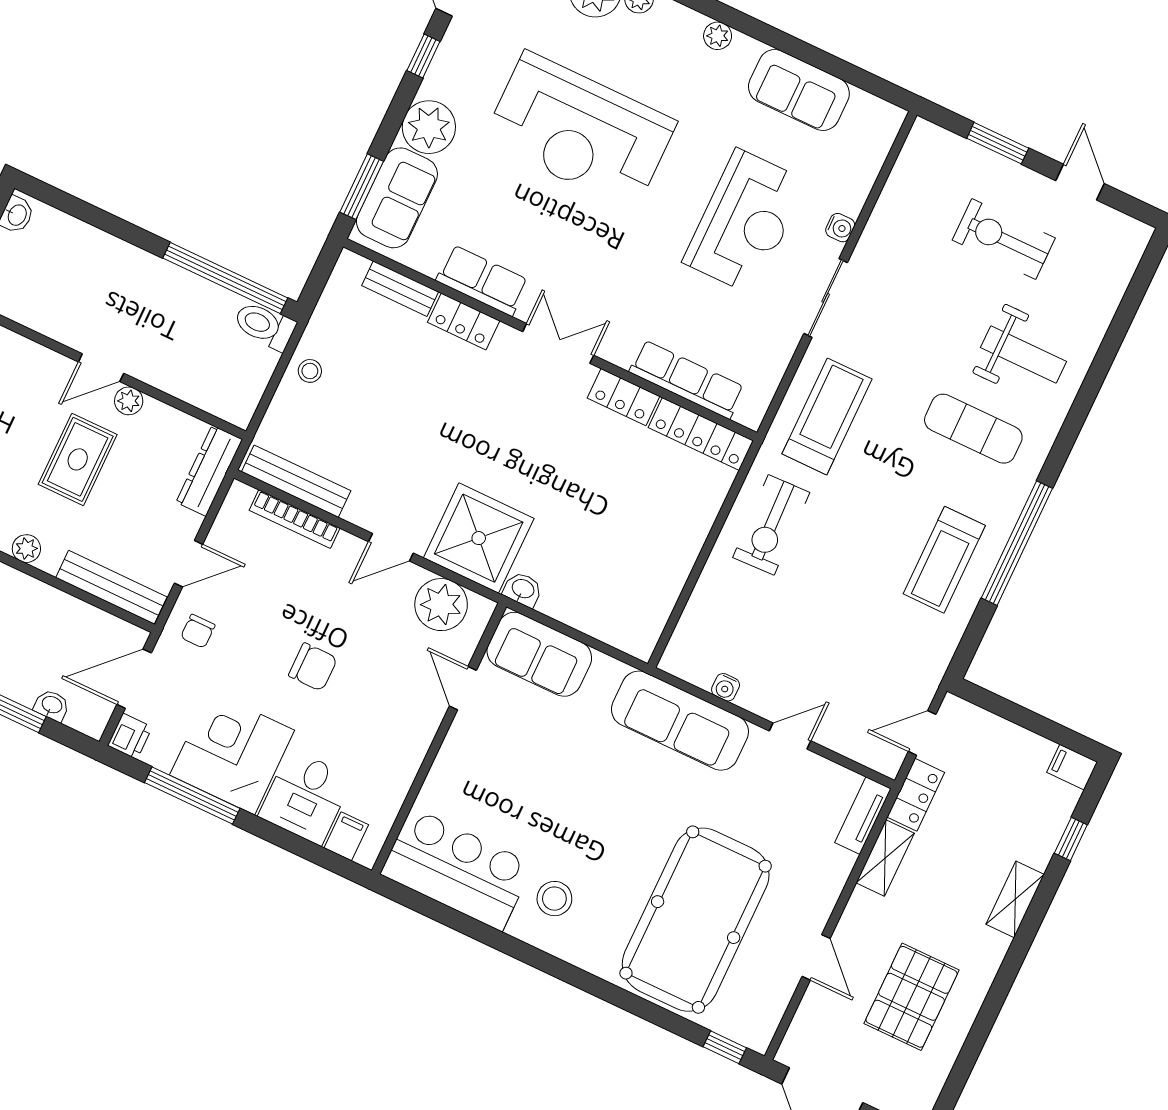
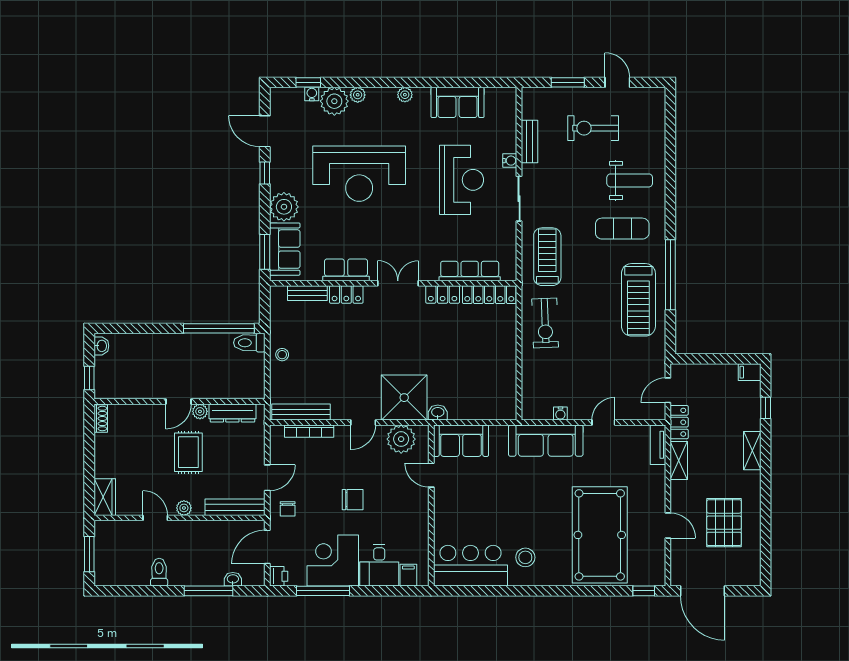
bench: (888, 211) -> (529, 142), added
dresser: (209, 471) -> (232, 413), moved, turned -90
treadmill: (944, 560) -> (638, 300), width x1.37, depth x1.38

